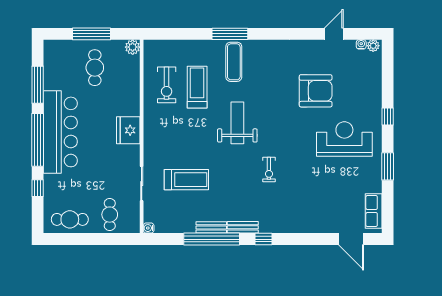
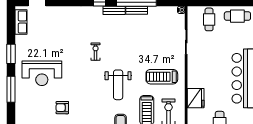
armchair: (316, 91) -> (62, 108), width x0.53, depth x0.53
window: (388, 117) -> (11, 89), width x2.17
fridge: (128, 130) -> (196, 98), moved
treadmill: (186, 180) -> (162, 77), moved

